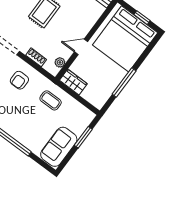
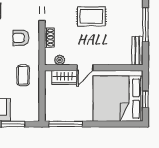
door: (81, 47) -> (85, 68), swing flipped
wardrobe: (73, 82) -> (64, 77), moved, turned 90
window: (124, 82) -> (66, 124), moved

